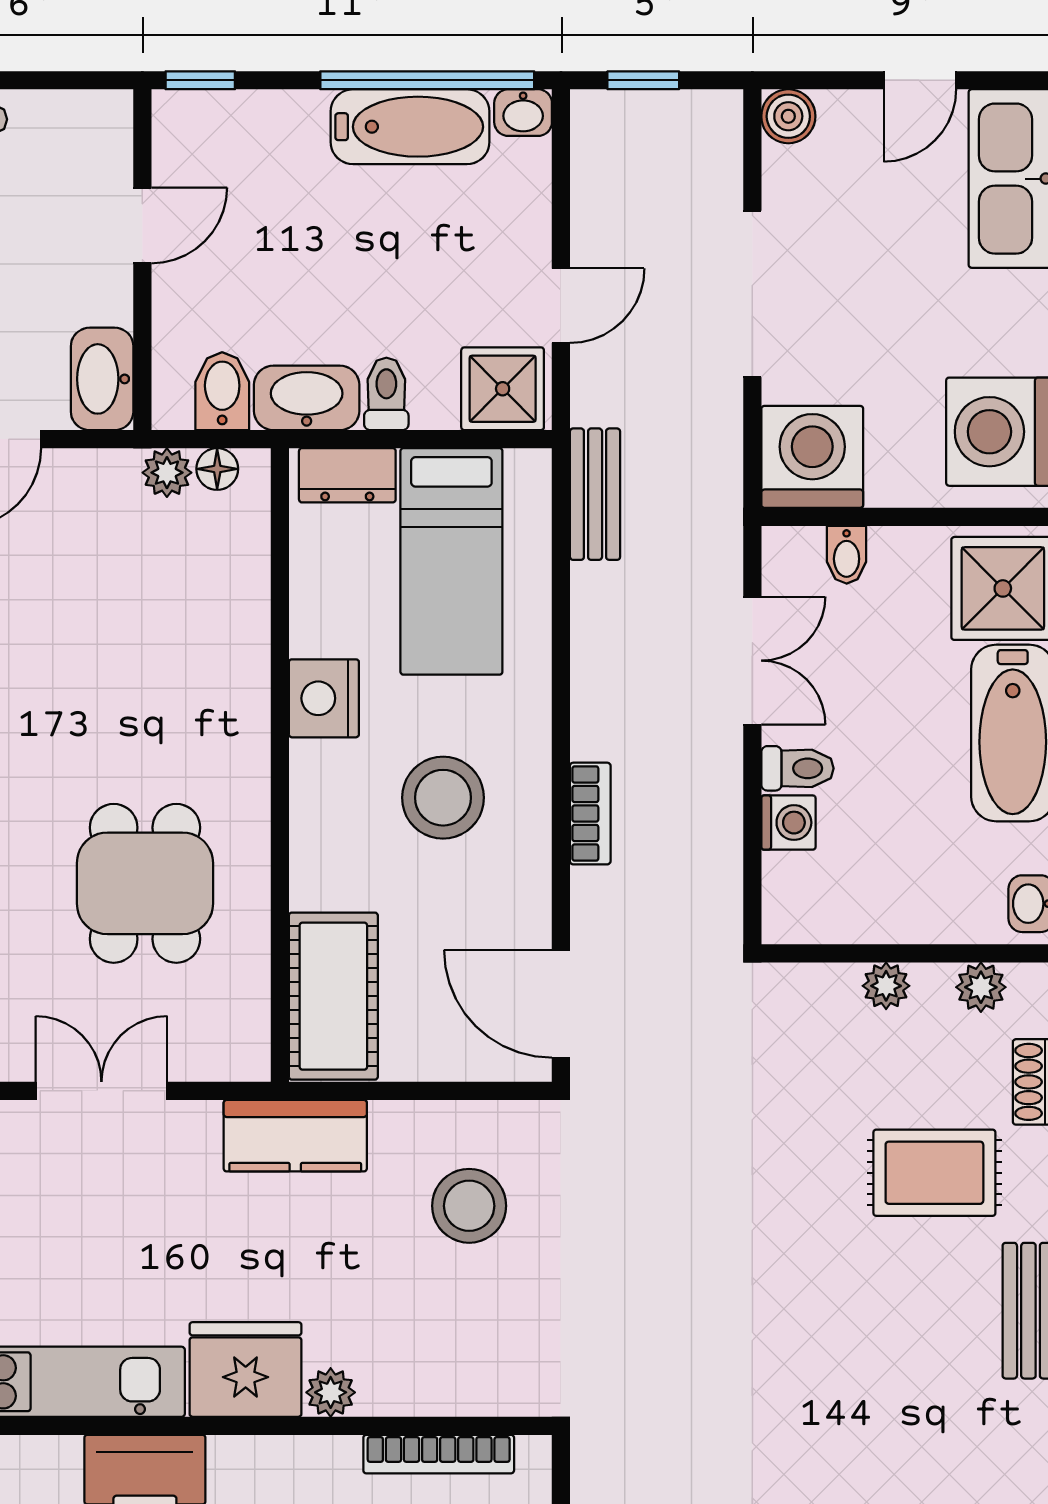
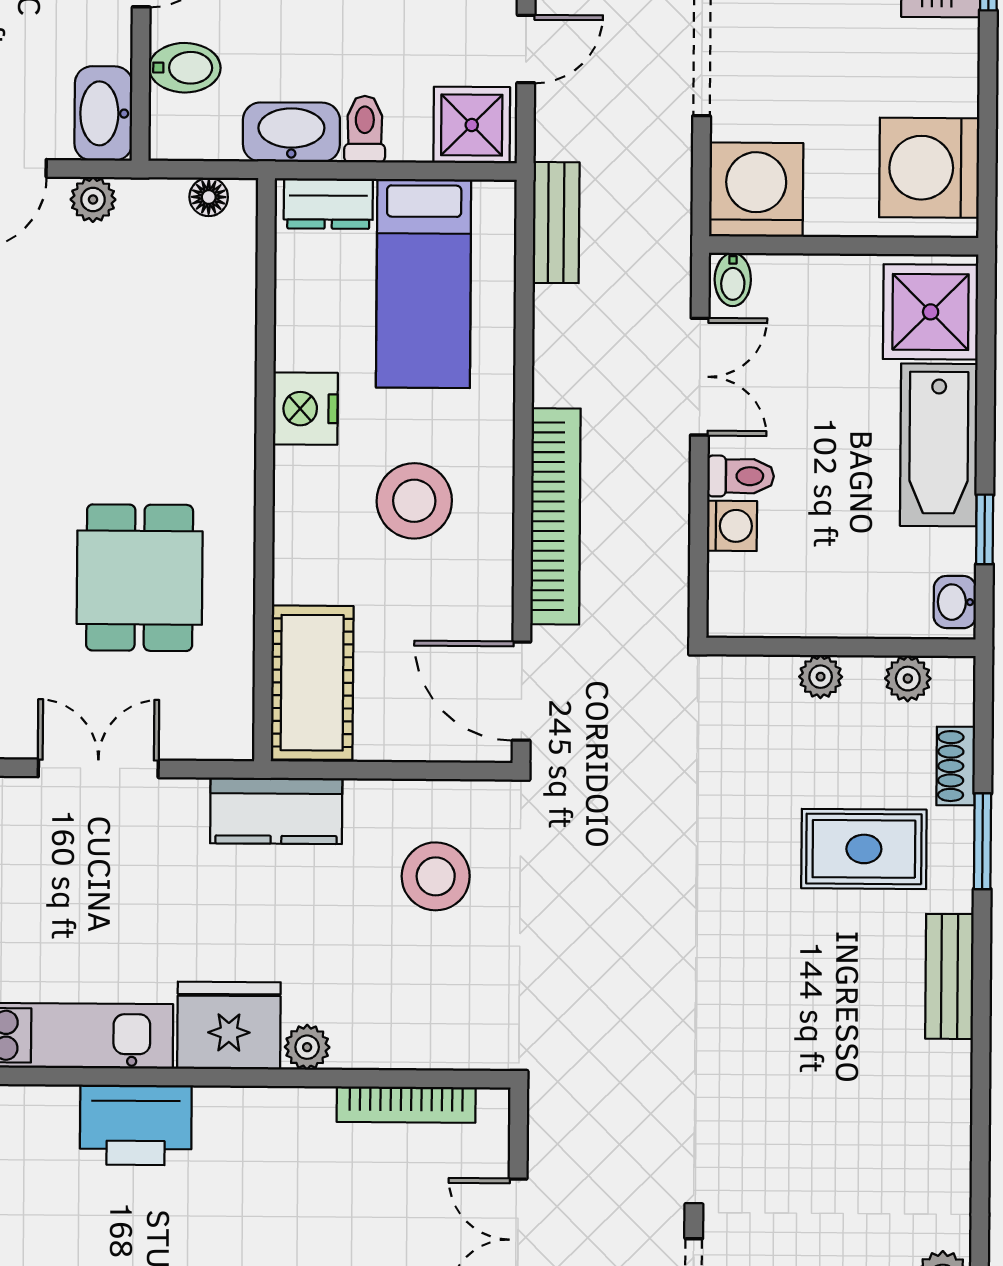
bidet: (222, 391) -> (185, 68), moved, turned 90
plant: (167, 473) -> (93, 199), moved
bidet: (847, 555) -> (733, 280), moved
bookcase: (590, 814) -> (555, 516), width x2.31, depth x1.31

